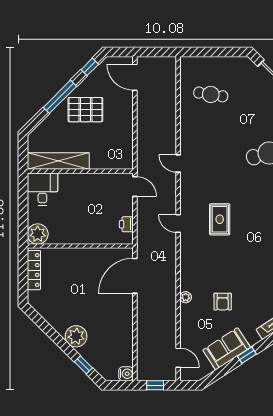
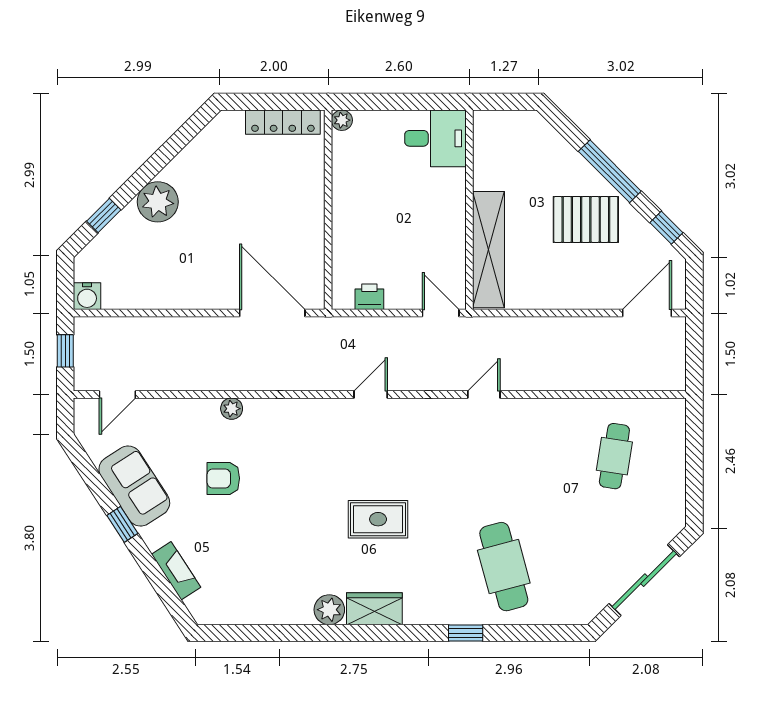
pallet: (85, 110) -> (586, 219), turned 90
shelving: (58, 161) -> (489, 250), moved
door: (135, 186) -> (441, 313), swing flipped
rug: (220, 219) -> (378, 519), moved
plant: (38, 234) -> (342, 120), width x0.53, depth x0.53

